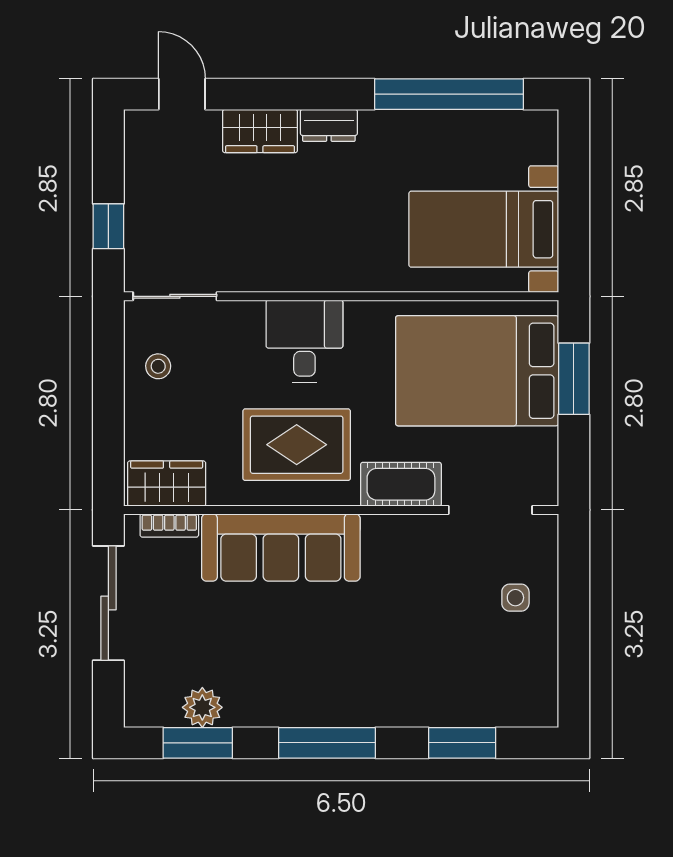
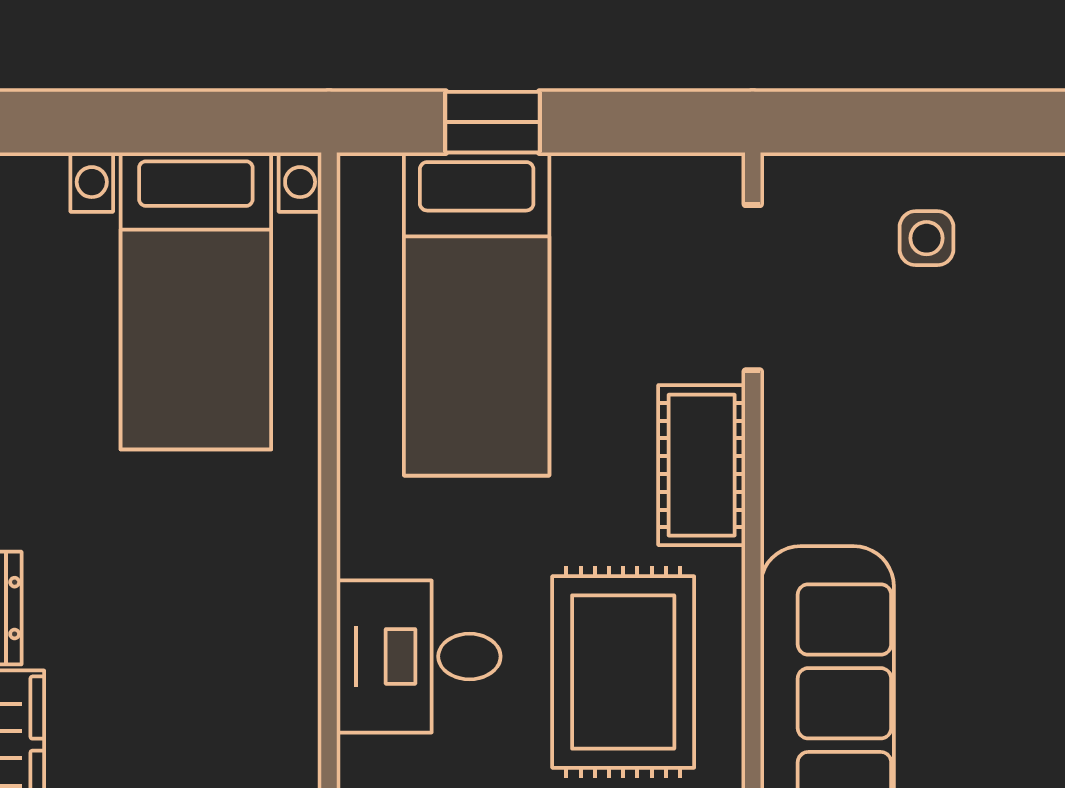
bed: (477, 371) -> (477, 314), width x0.67
window: (574, 379) -> (492, 122), width x0.67

